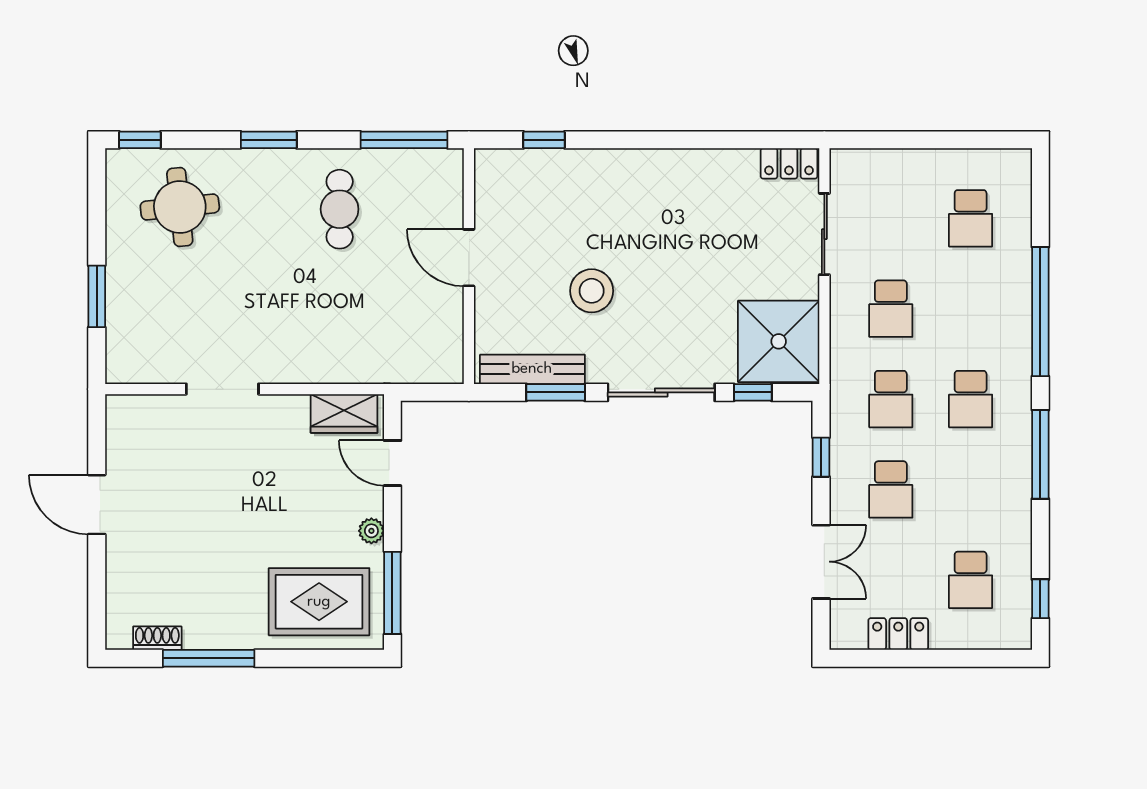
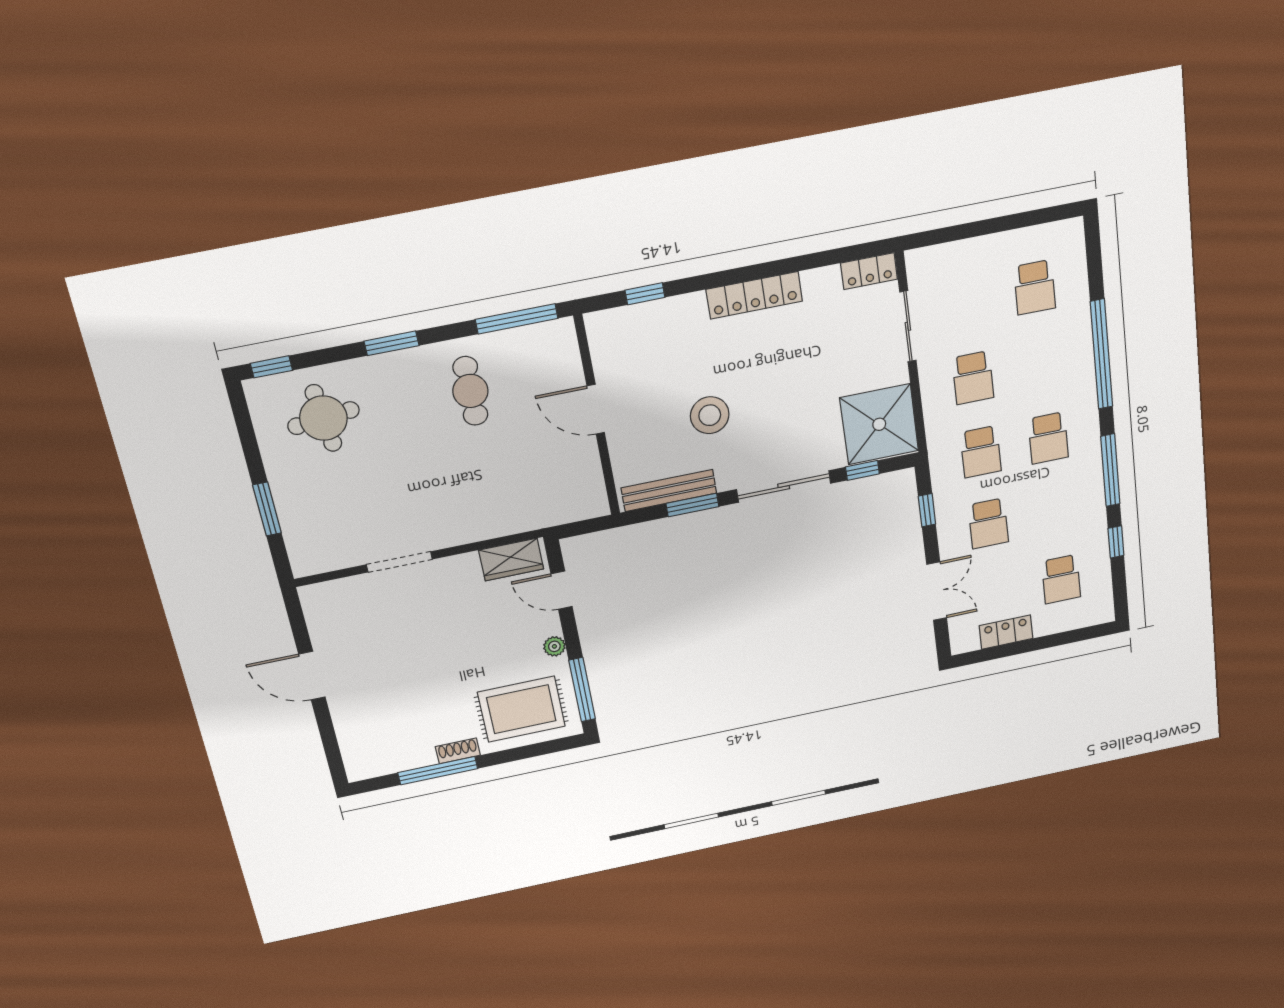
locker: (661, 165) -> (754, 295), added
window: (1040, 599) -> (1116, 542), moved
shoe rack: (157, 638) -> (458, 751), moved

